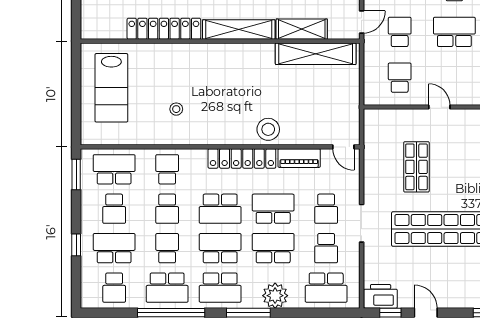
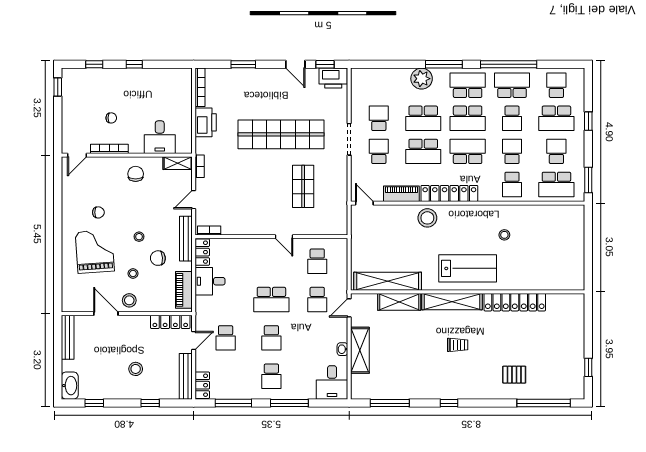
lab bench: (111, 88) -> (468, 268), moved, turned 90
school desk: (326, 288) -> (379, 85), removed

